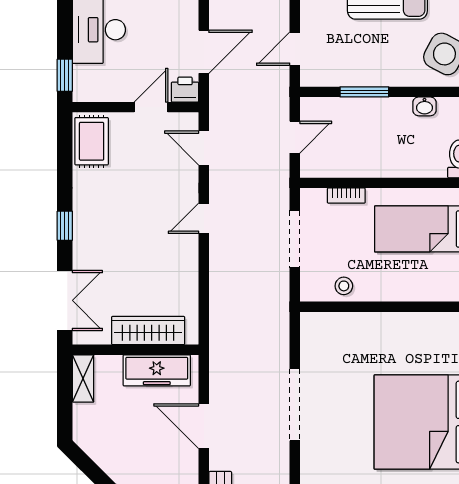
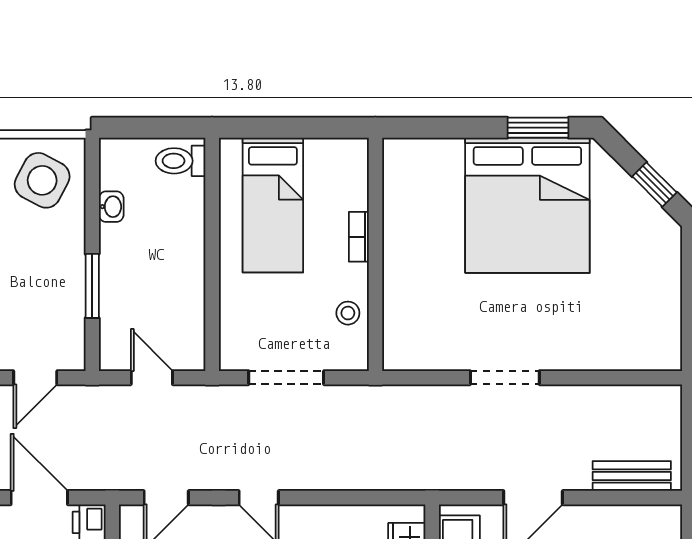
door: (295, 49) -> (35, 378), hinge flipped
bookcase: (346, 196) -> (359, 237), moved, turned 180
doorway: (295, 405) -> (505, 378), width x0.73

